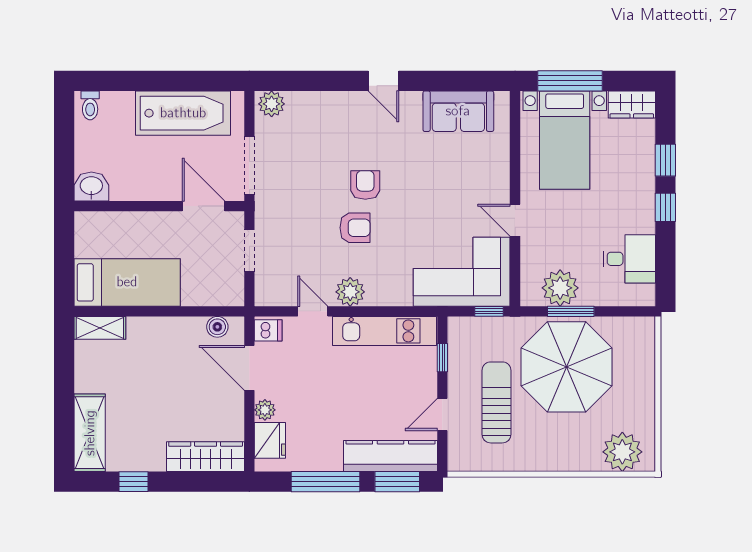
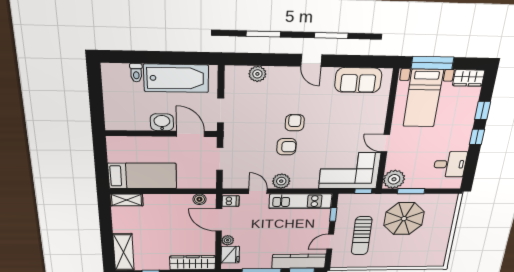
plant: (272, 104) -> (257, 74), moved
toilet: (90, 105) -> (136, 73), moved
doorway: (249, 165) -> (221, 111), width x0.73
washbasin: (91, 186) -> (162, 122), moved
plant: (560, 288) -> (394, 179), moved
parasol: (567, 367) -> (404, 219), width x0.73, depth x0.73
sun lounger: (496, 402) -> (362, 236), turned 180
plant: (622, 452) -> (428, 258), removed

